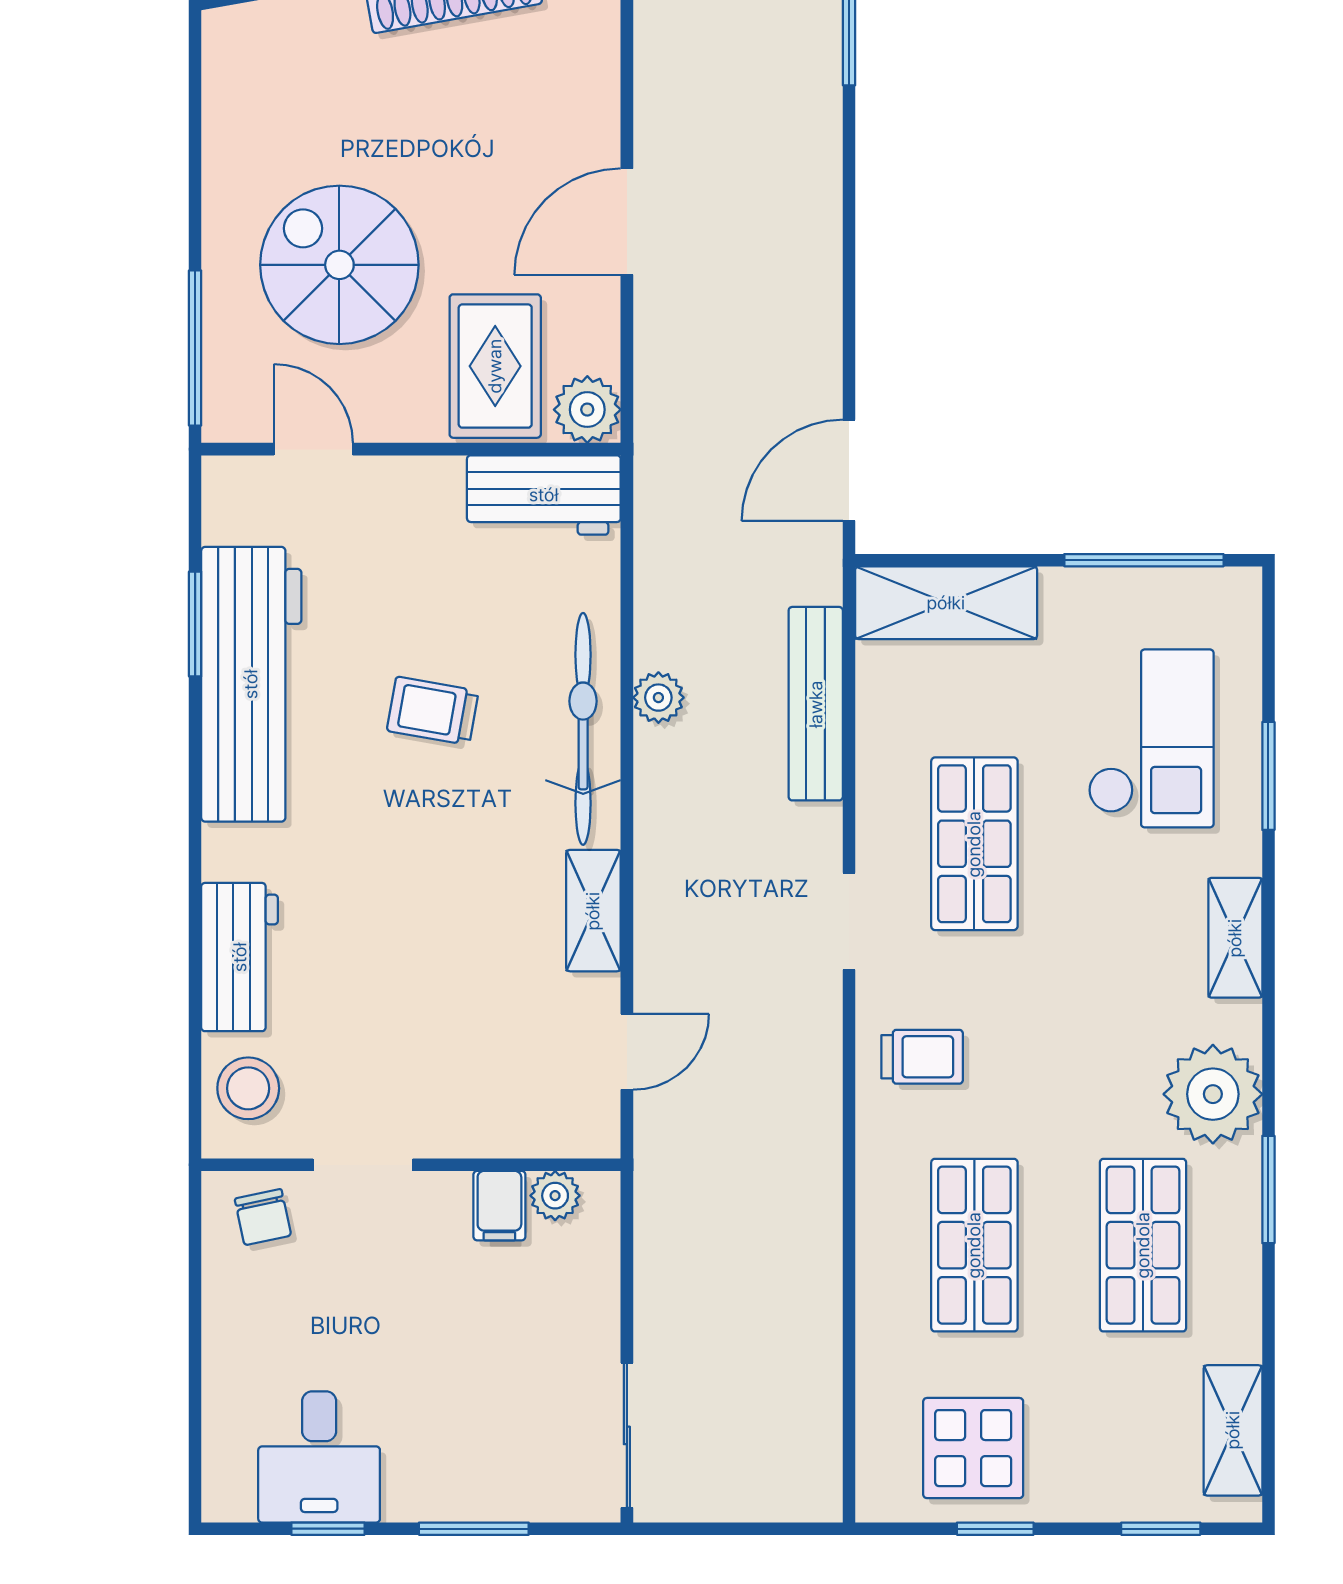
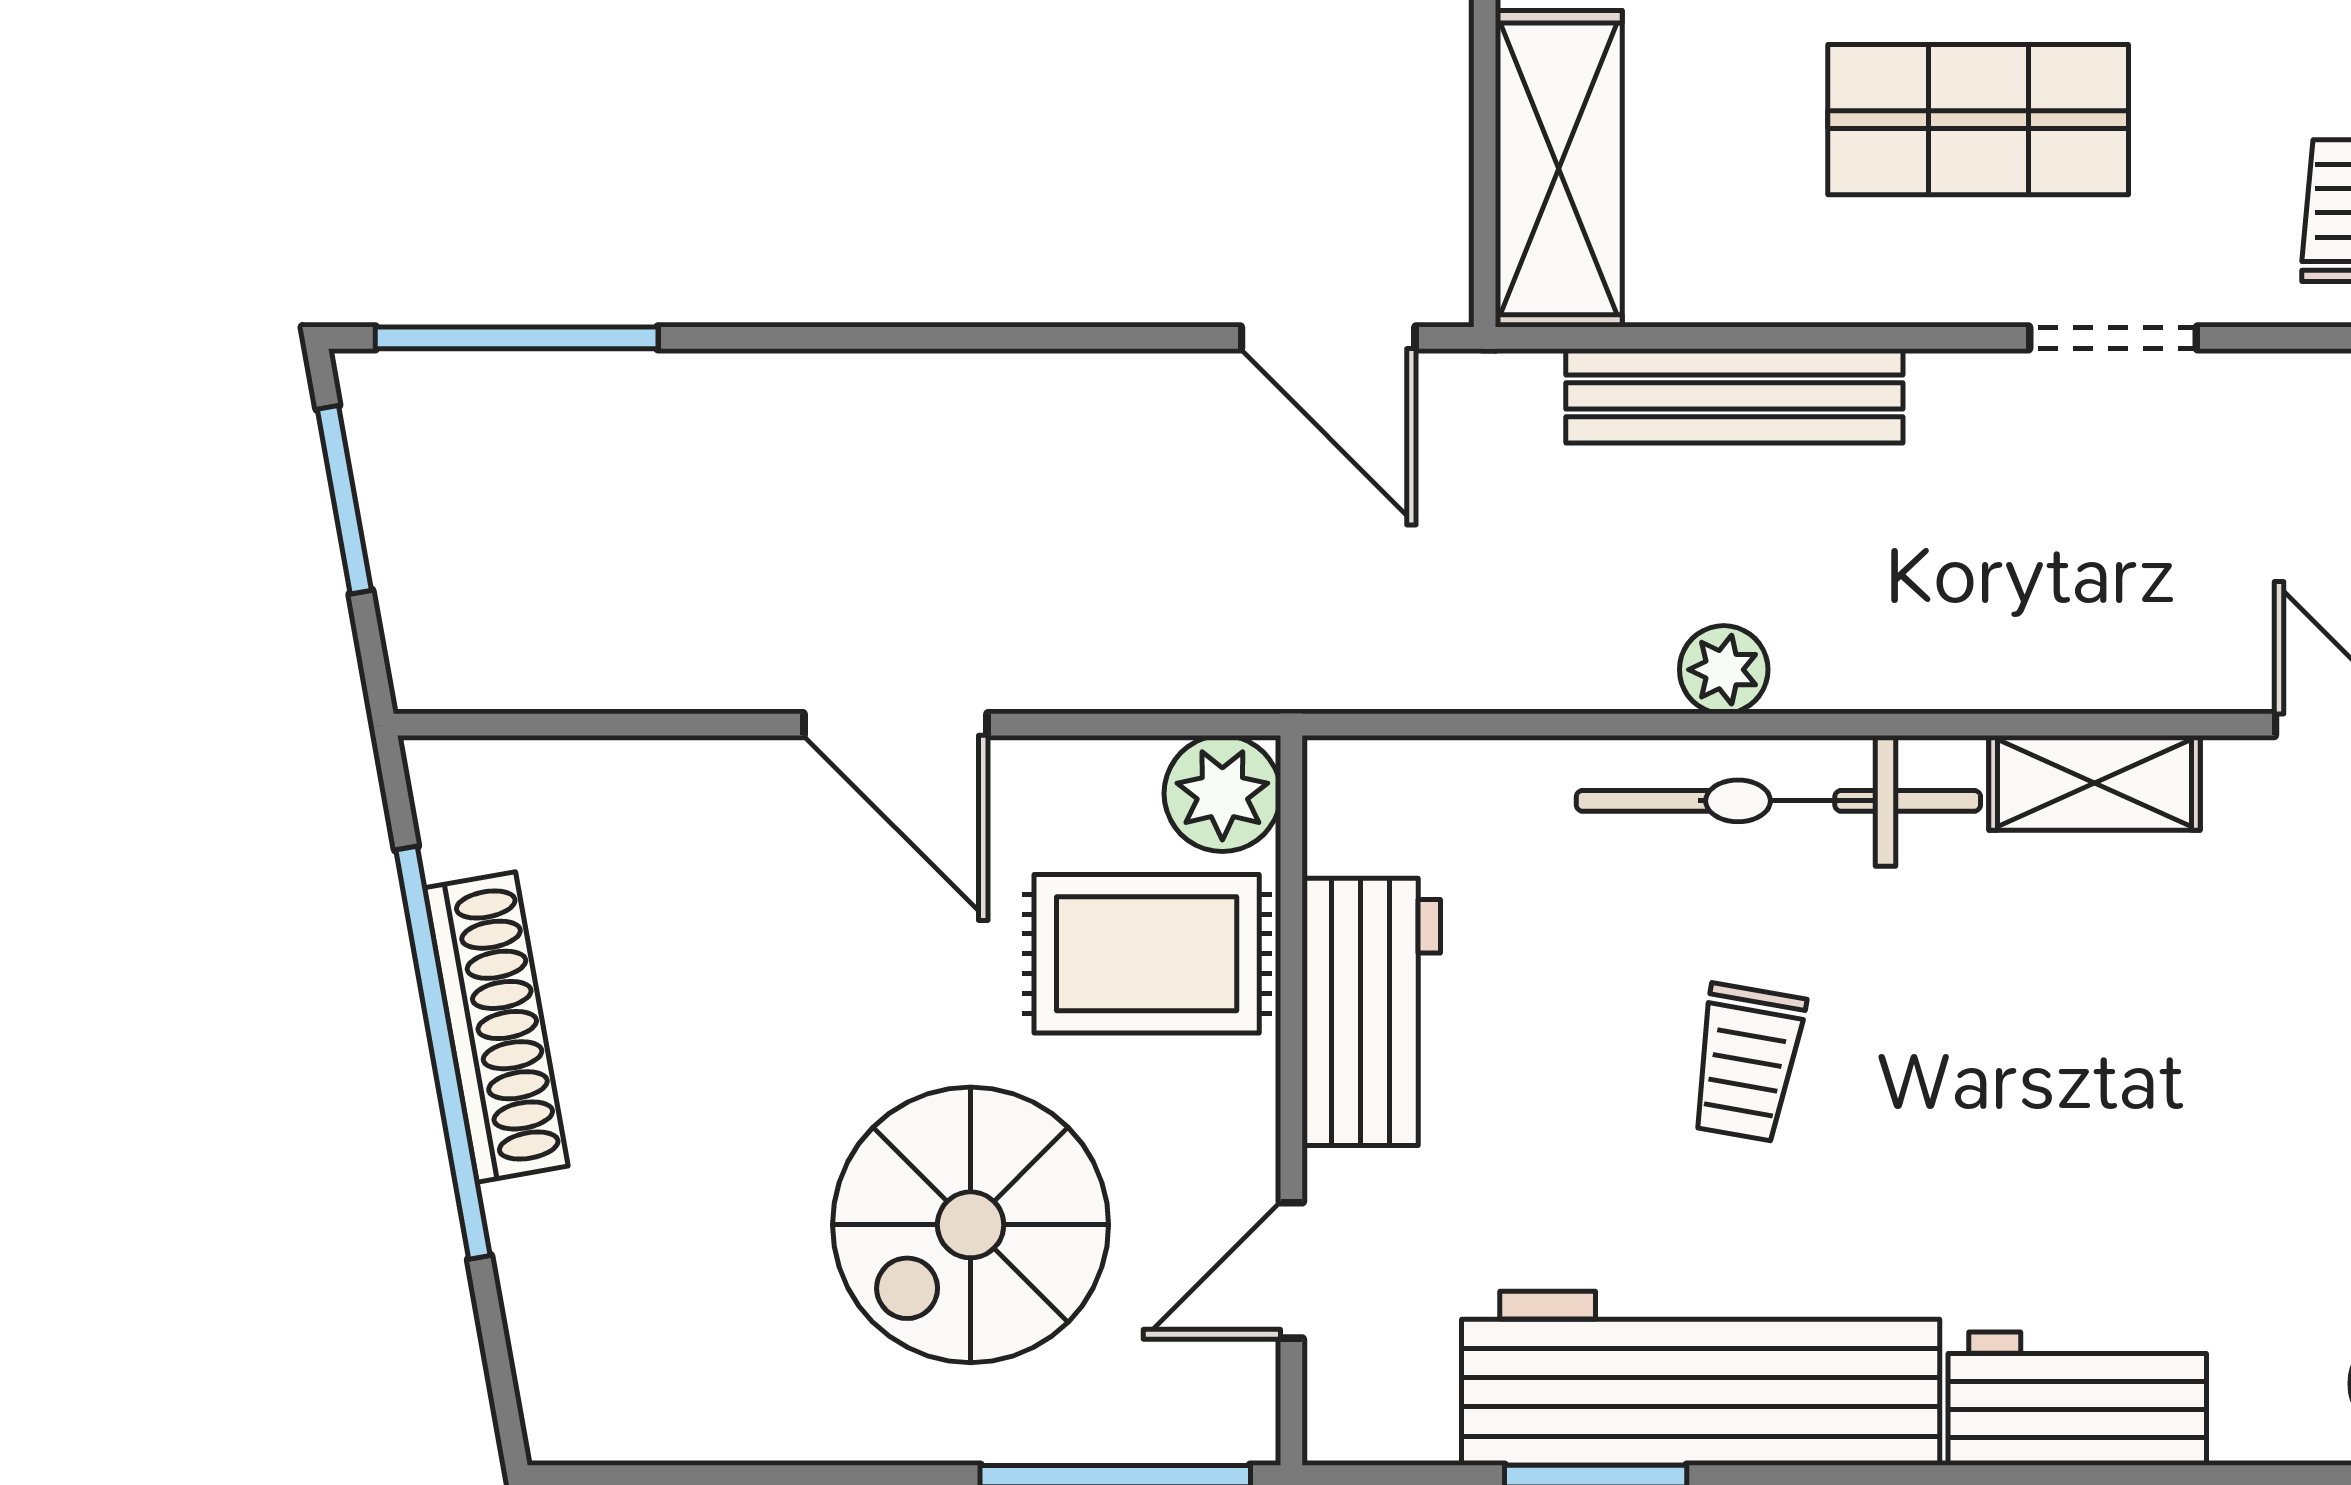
workbench: (544, 495) -> (1371, 1012), moved
workbench: (240, 957) -> (2077, 1399), moved

